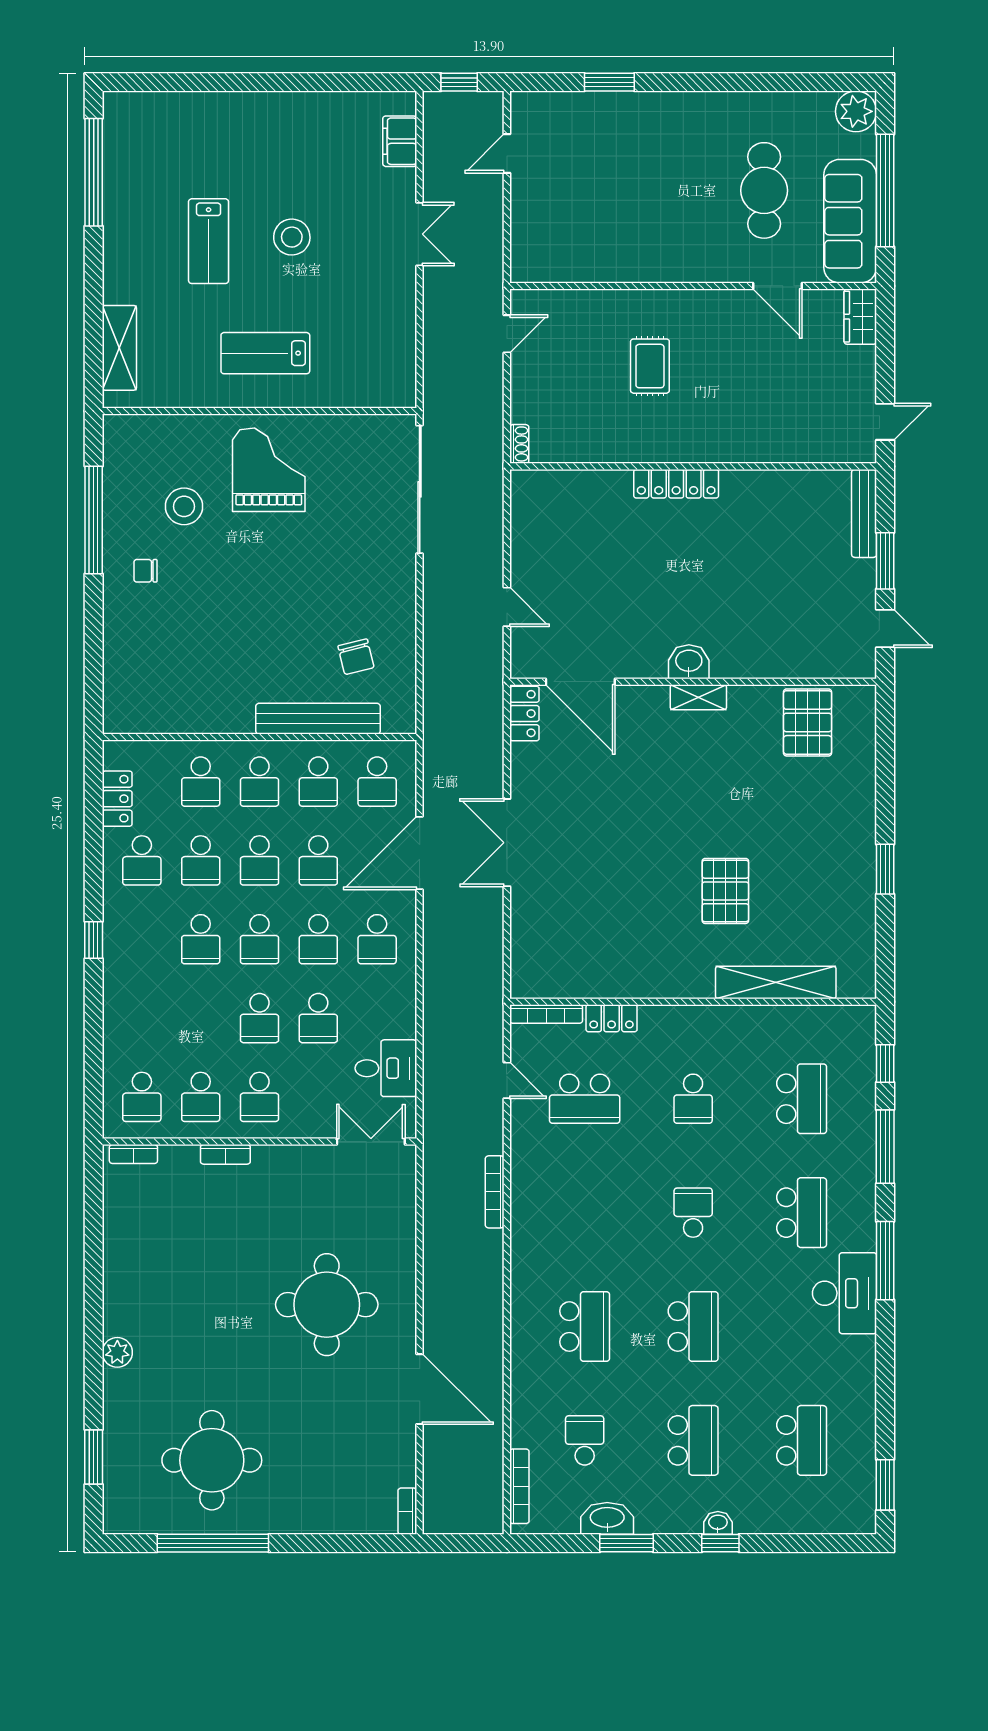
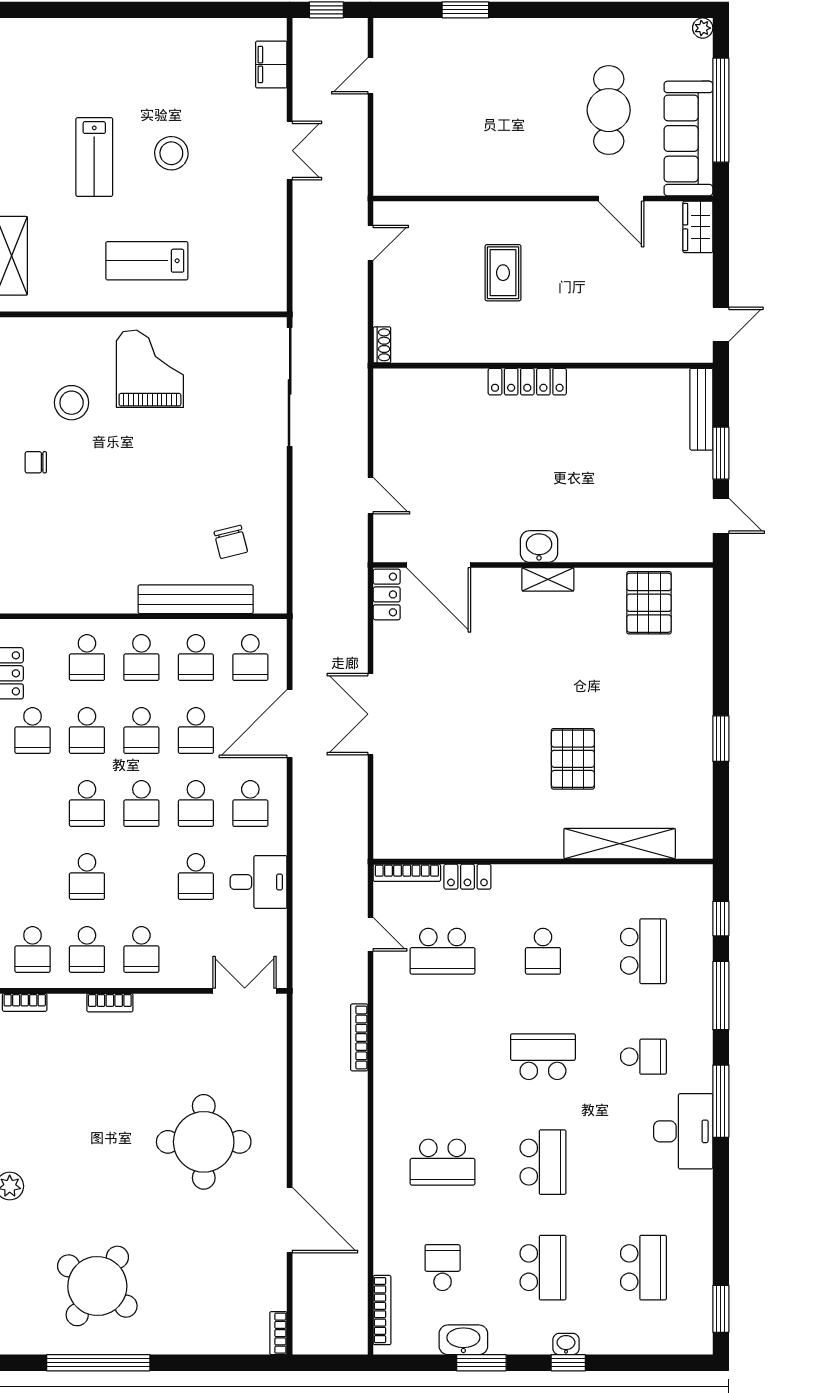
plant: (856, 111) -> (703, 28), width x0.53, depth x0.53
school desk: (259, 1018) -> (87, 877), moved
desk: (386, 1068) -> (259, 882), moved
school desk: (693, 1213) -> (543, 1057), width x1.85
school desk: (802, 1213) -> (643, 1057), width x0.54
school desk: (585, 1327) -> (443, 1162), turned 90
round table: (212, 1460) -> (97, 1286), turned 35

